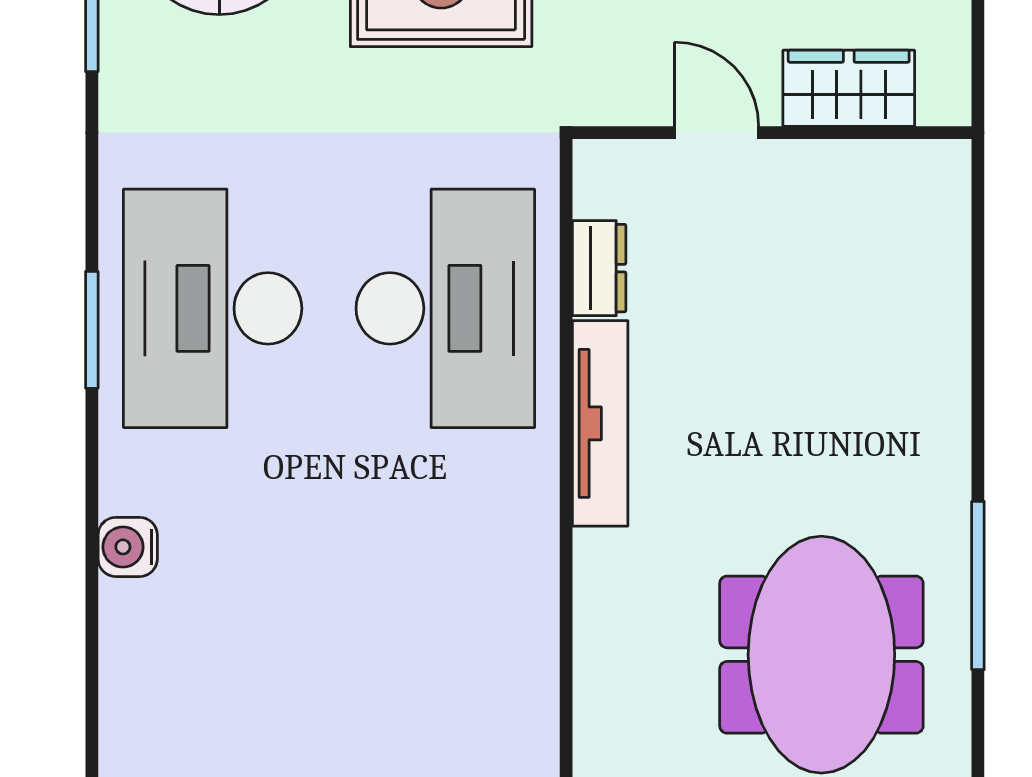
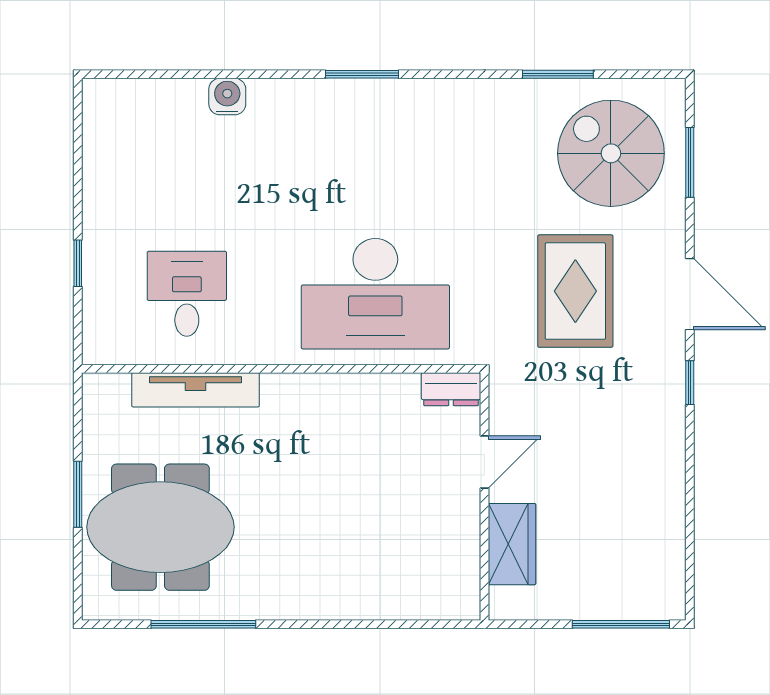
dresser: (599, 268) -> (451, 389), moved
desk: (213, 308) -> (187, 294), moved, width x0.53, depth x0.77
tv unit: (600, 423) -> (196, 390), moved

